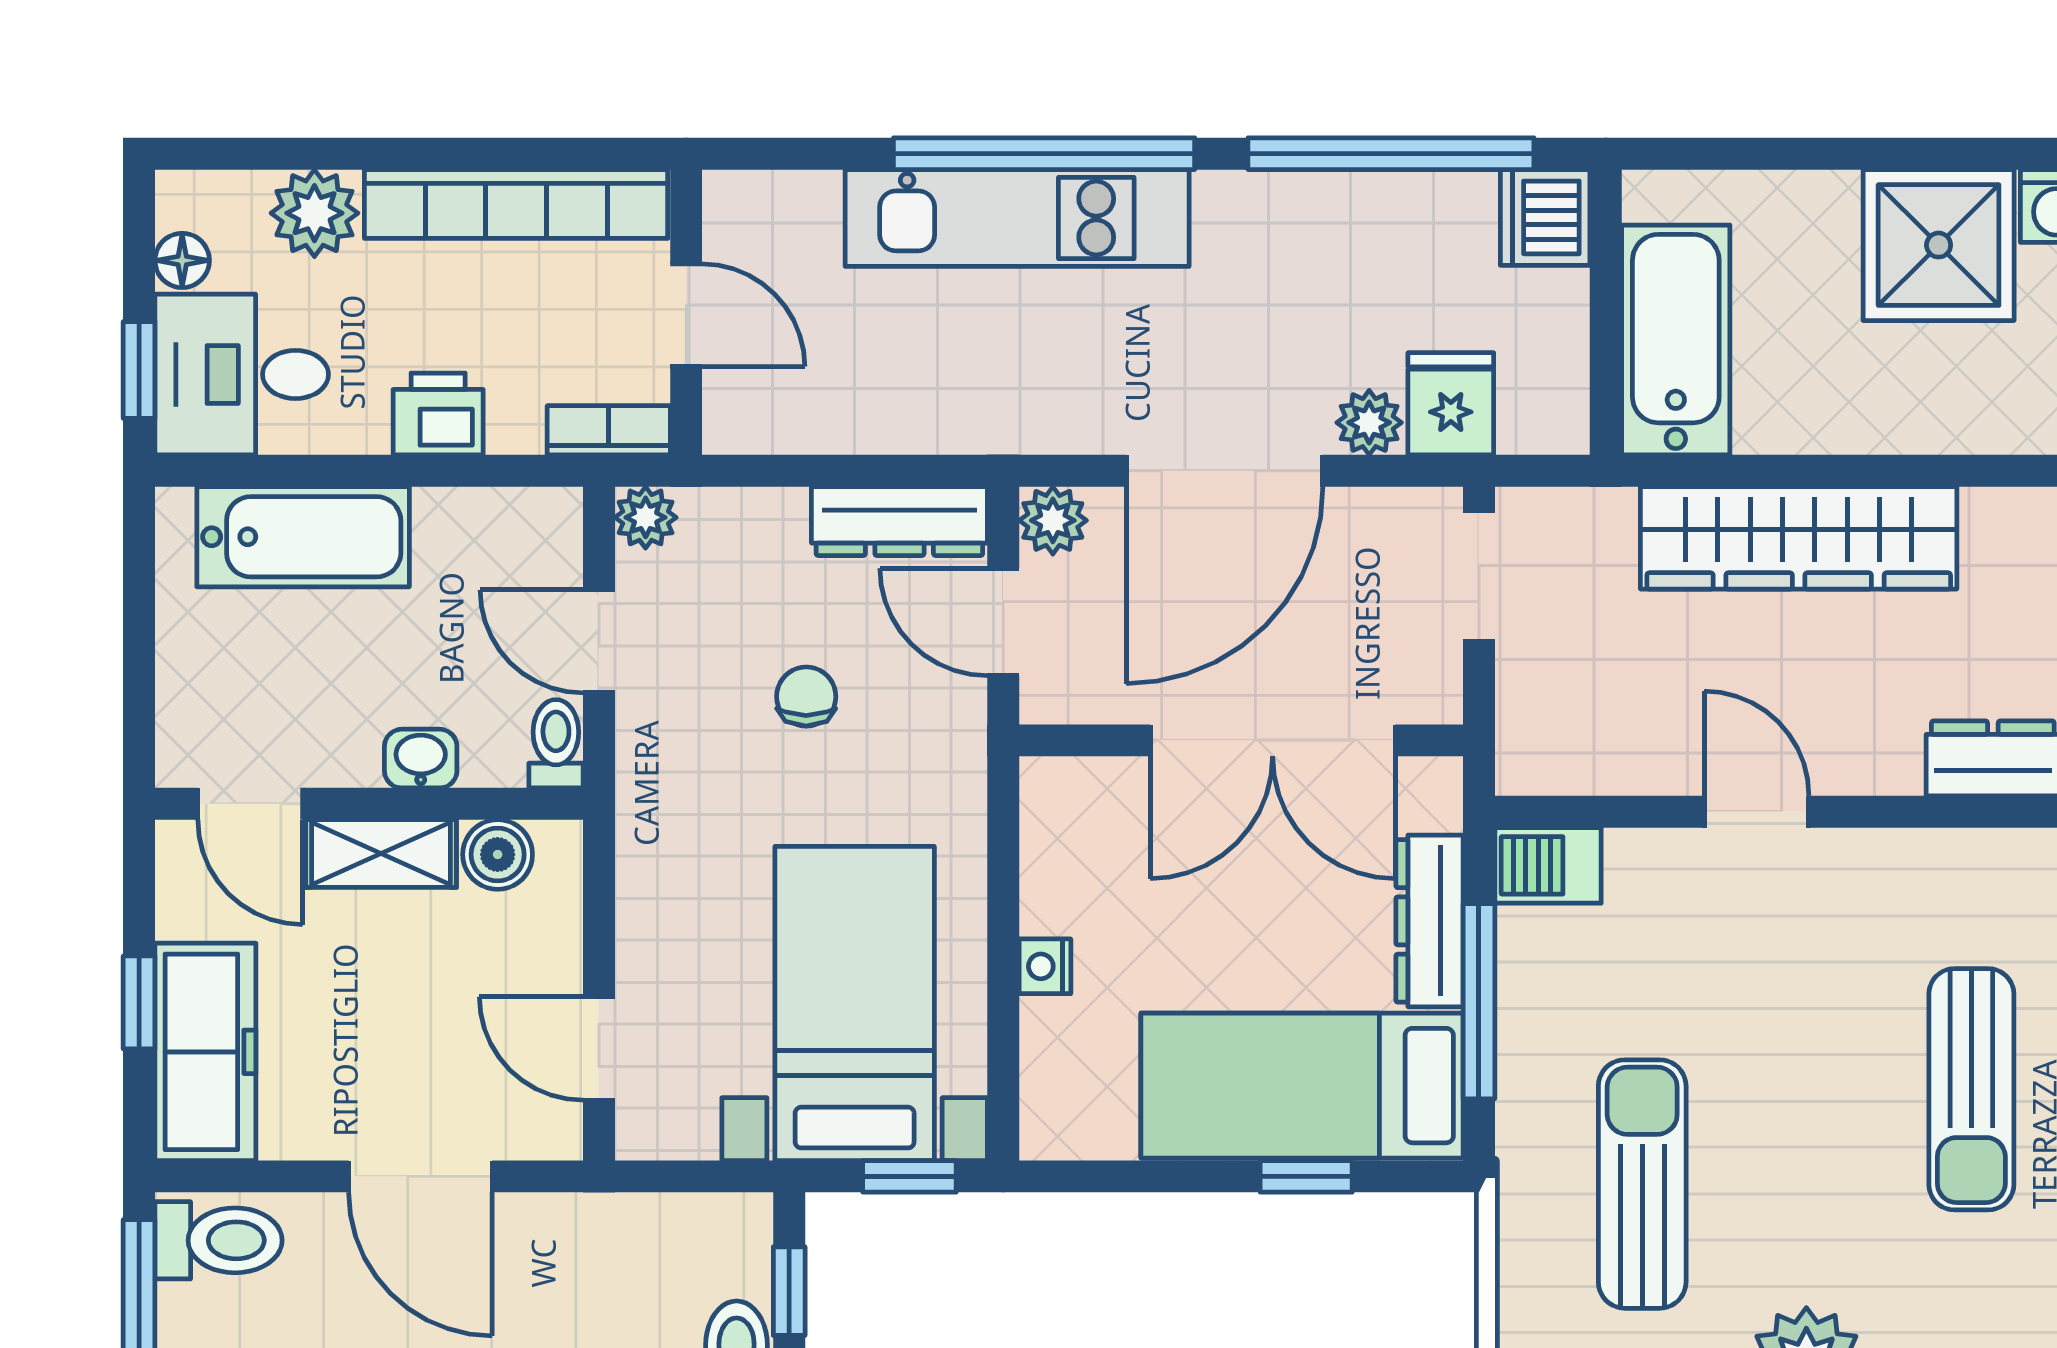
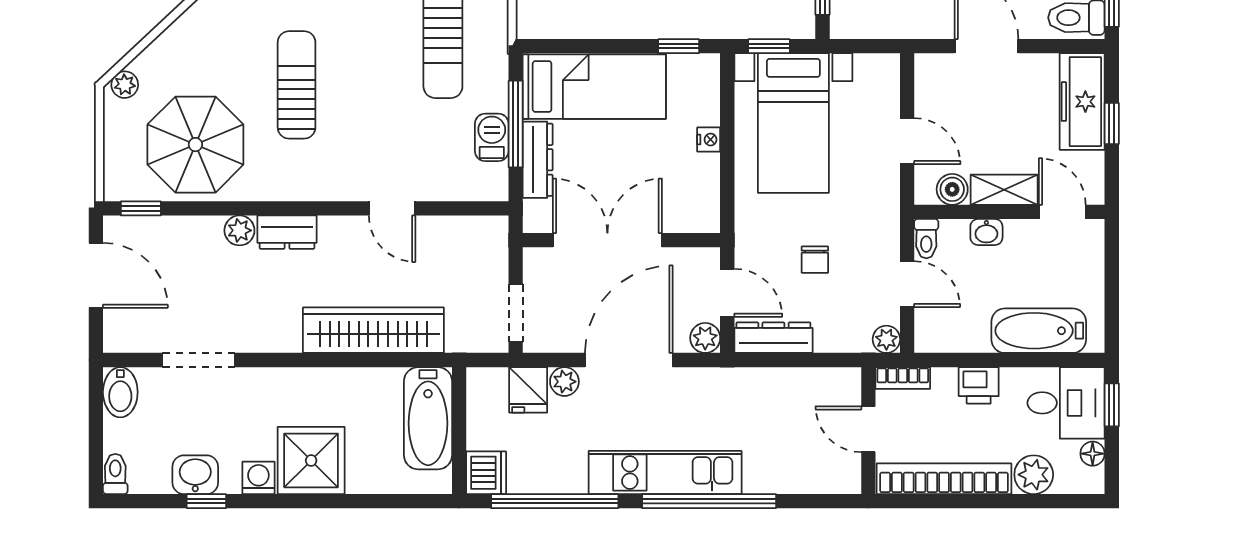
kitchen unit: (1017, 218) -> (665, 473), moved
barbecue: (1548, 865) -> (492, 137), moved, turned -90
door: (599, 1048) -> (907, 141), moved
window: (1306, 1176) -> (679, 46), moved

